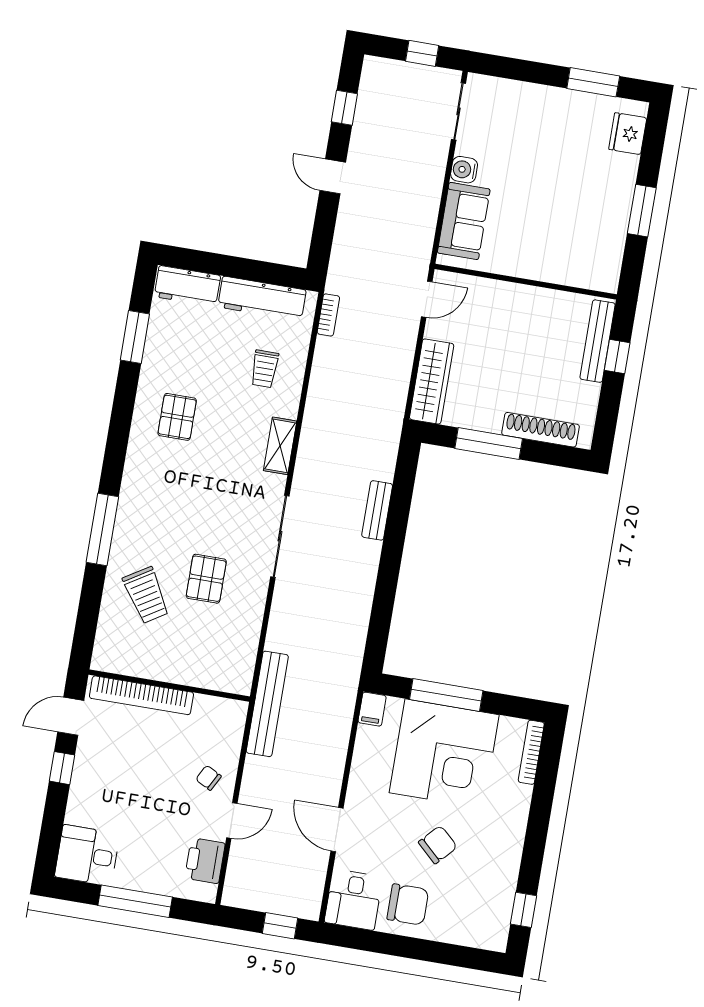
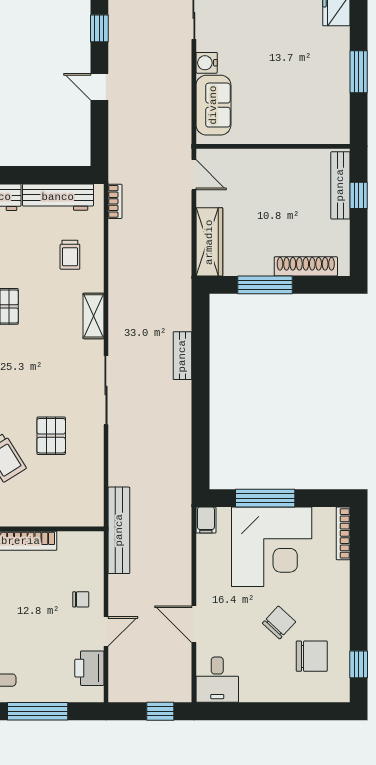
door: (427, 299) -> (194, 175), hinge flipped
chair: (209, 778) -> (81, 599), turned 152
chair: (408, 905) -> (312, 656), moved

